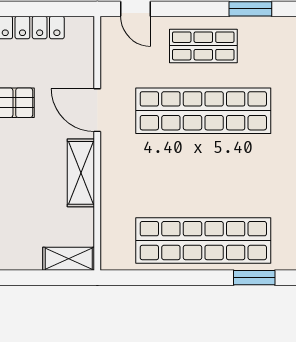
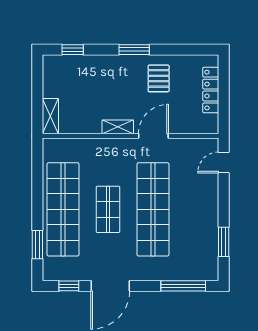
shop shelf: (203, 46) -> (108, 209), moved
shelving: (81, 173) -> (118, 127), width x0.67, depth x0.75

